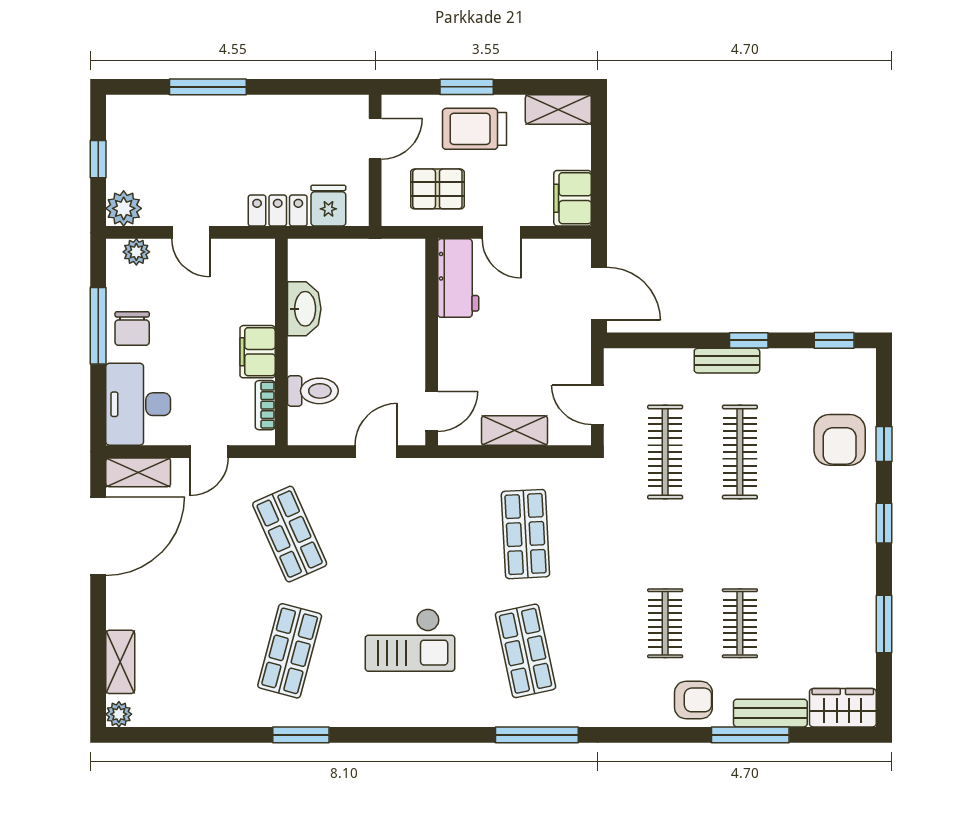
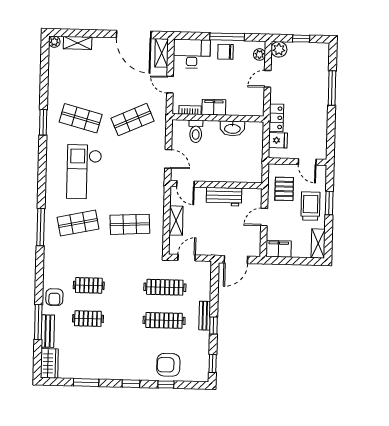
workbench: (458, 278) -> (224, 197), moved
checkout: (410, 640) -> (84, 172), width x1.36, depth x1.21

